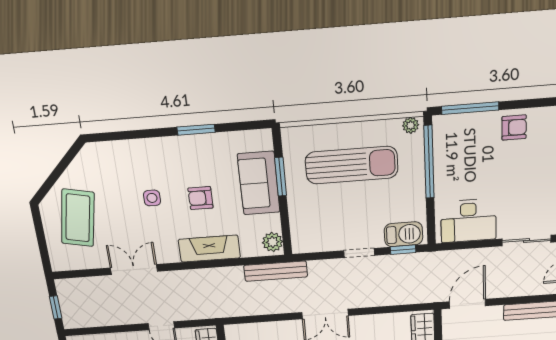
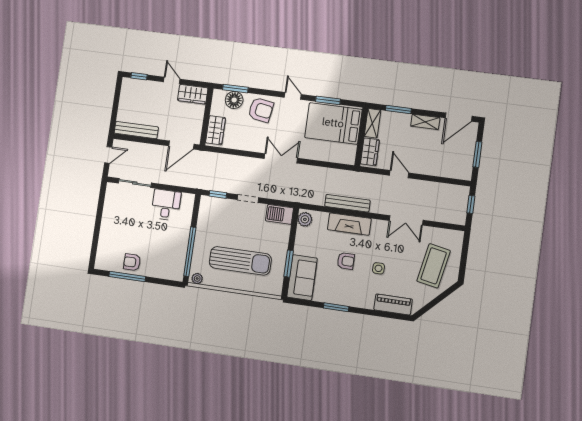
window: (470, 108) -> (127, 277), moved
piano: (117, 152) -> (393, 304), added
sun lounger: (352, 165) -> (240, 261), turned 180
sofa: (259, 183) -> (302, 278), moved
desk: (468, 221) -> (166, 205), width x0.73
barbecue: (403, 234) -> (280, 214), moved
bench: (276, 271) -> (347, 203), moved

